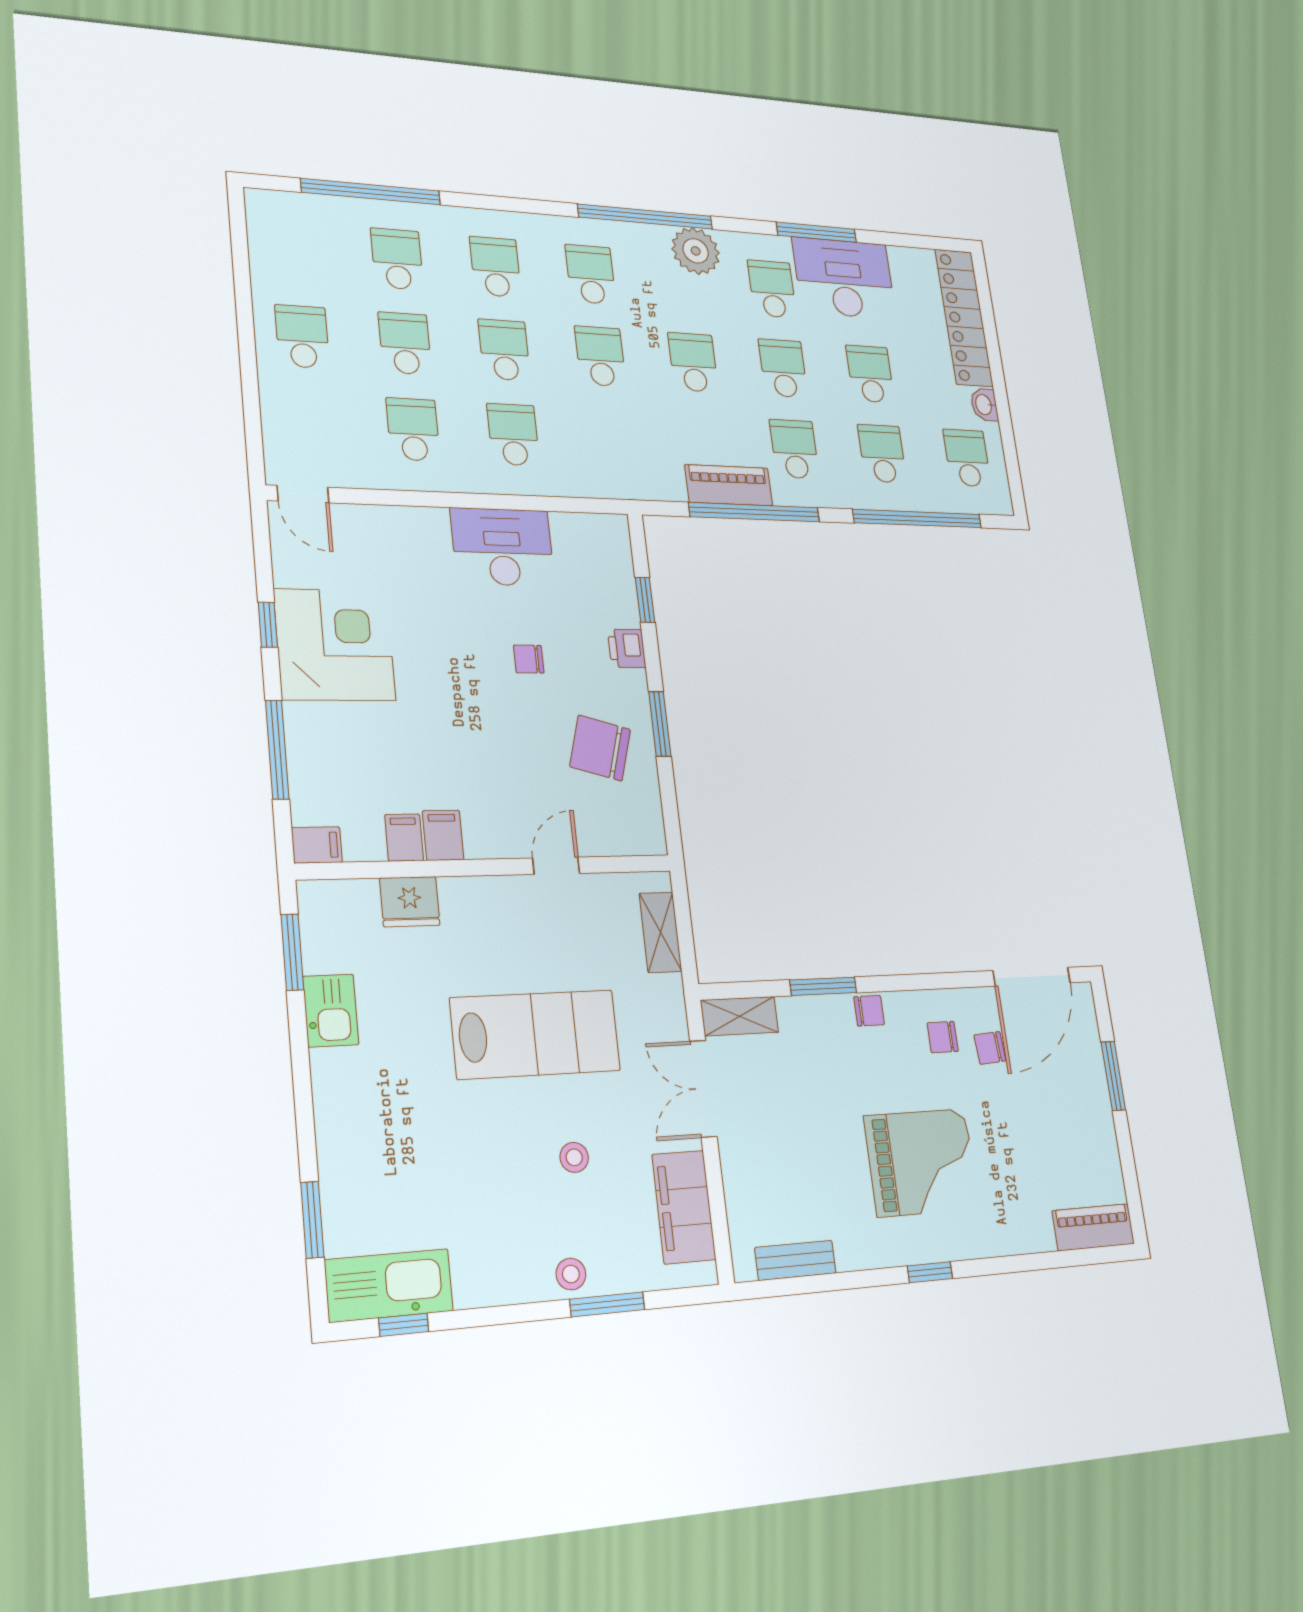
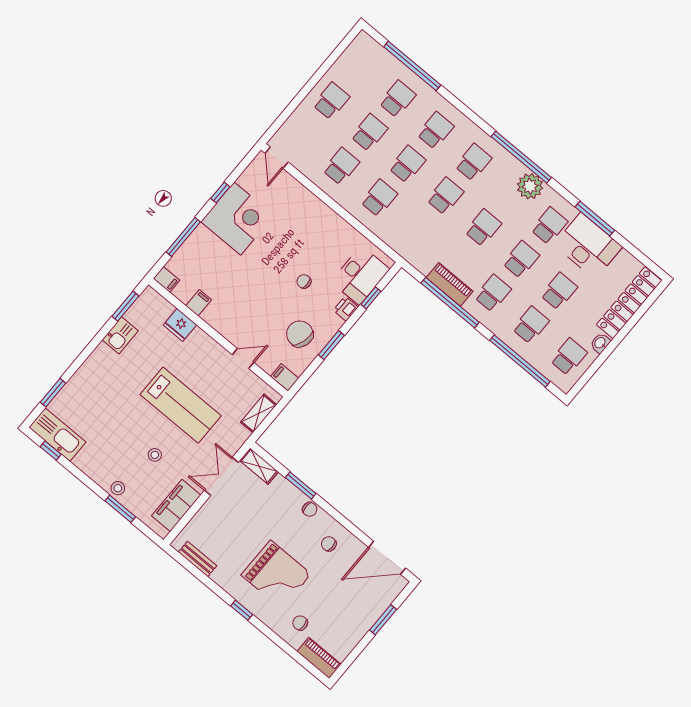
desk: (503, 547) -> (360, 275), moved, turned 90
filing cabinet: (443, 835) -> (285, 377), moved, turned -90
chair: (990, 1048) -> (300, 623), moved

